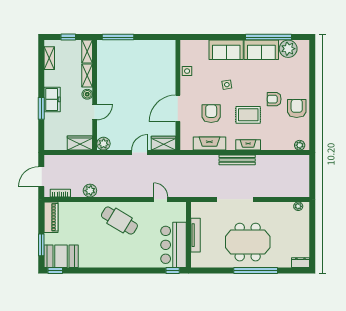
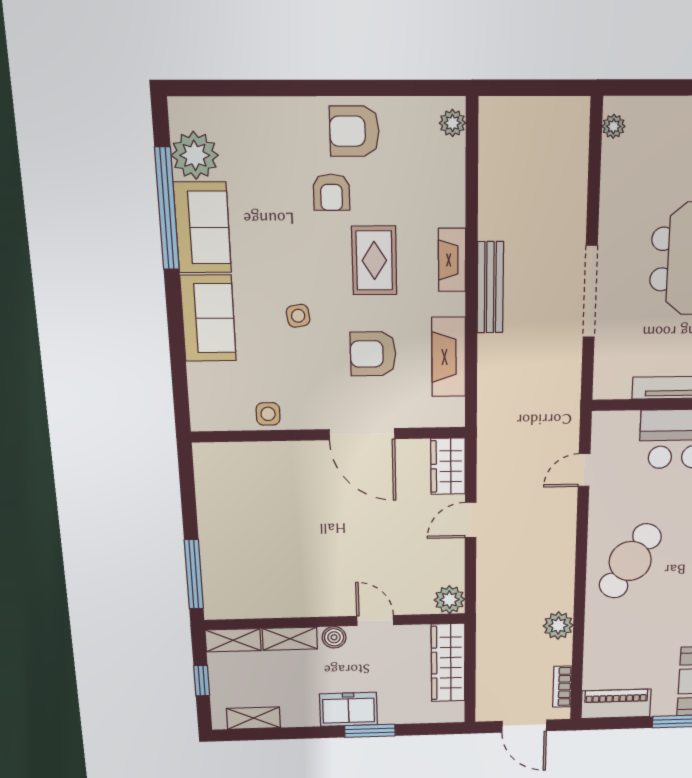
wardrobe: (80, 143) -> (448, 663), width x1.50
door: (140, 153) -> (471, 520), hinge flipped

